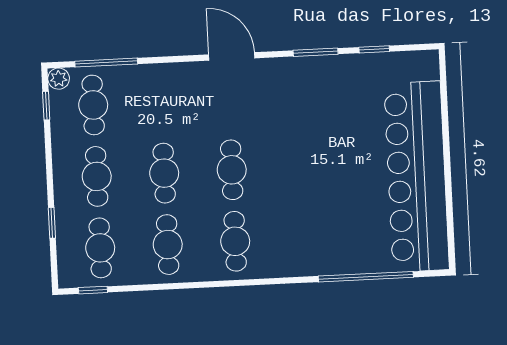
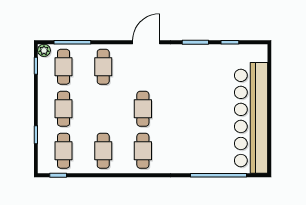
door: (232, 56) -> (146, 42), hinge flipped
cafe table: (164, 173) -> (103, 67), moved

